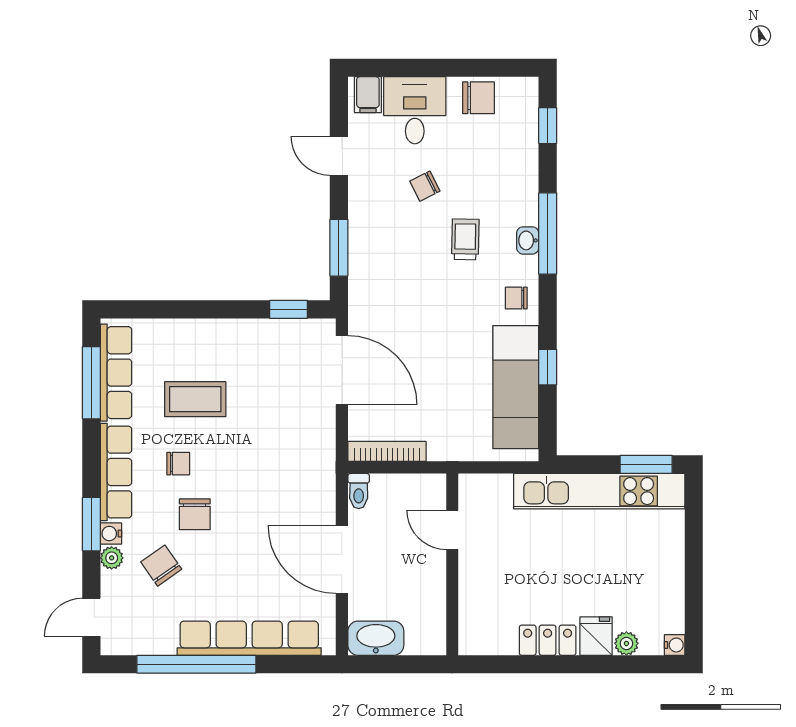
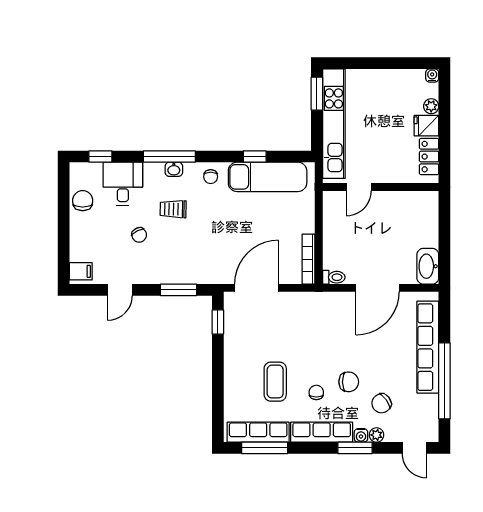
desk: (415, 110) -> (123, 184), moved, turned 90
door: (452, 530) -> (359, 187), moved
wall: (452, 564) -> (381, 187), moved

